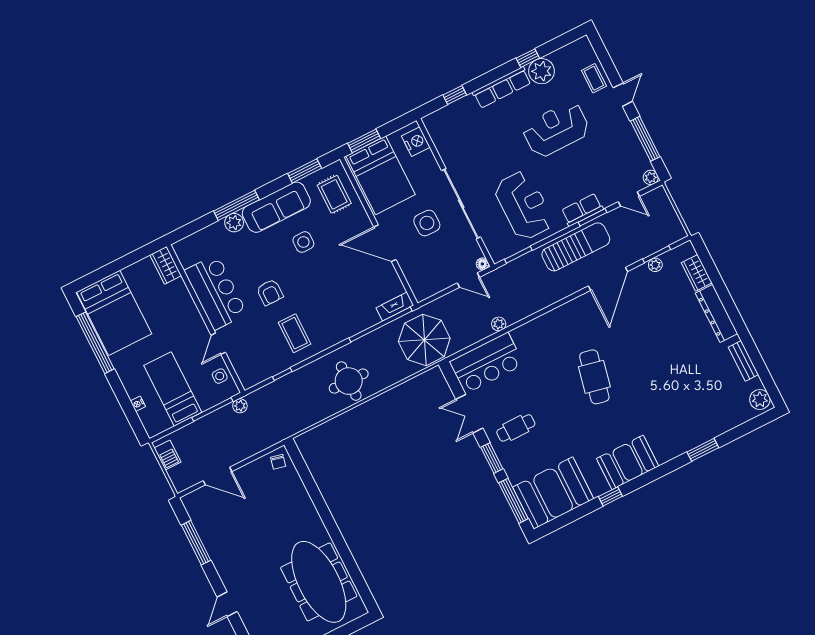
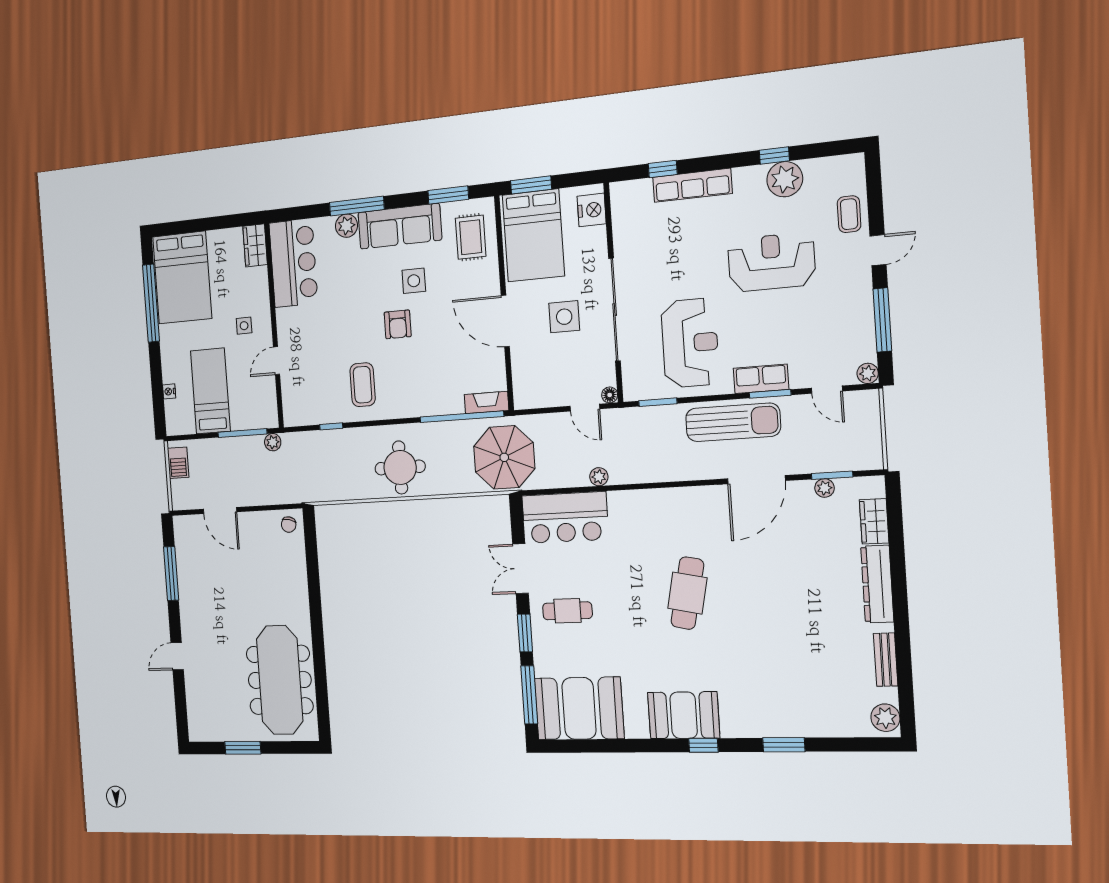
row of seats: (502, 87) -> (692, 185), moved
bar counter: (216, 292) -> (293, 263), moved
armchair: (270, 292) -> (398, 324), moved
side table: (220, 376) -> (244, 326), moved
window: (610, 496) -> (703, 745), moved

